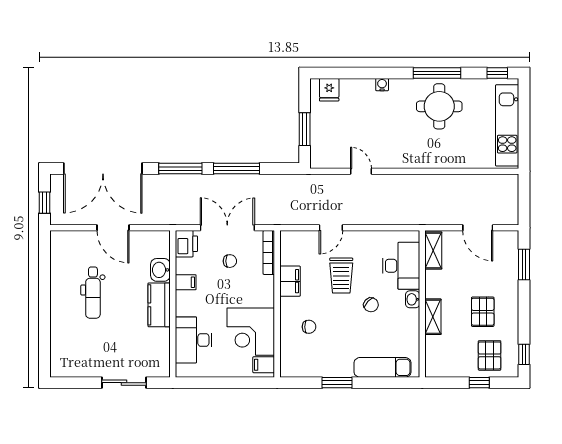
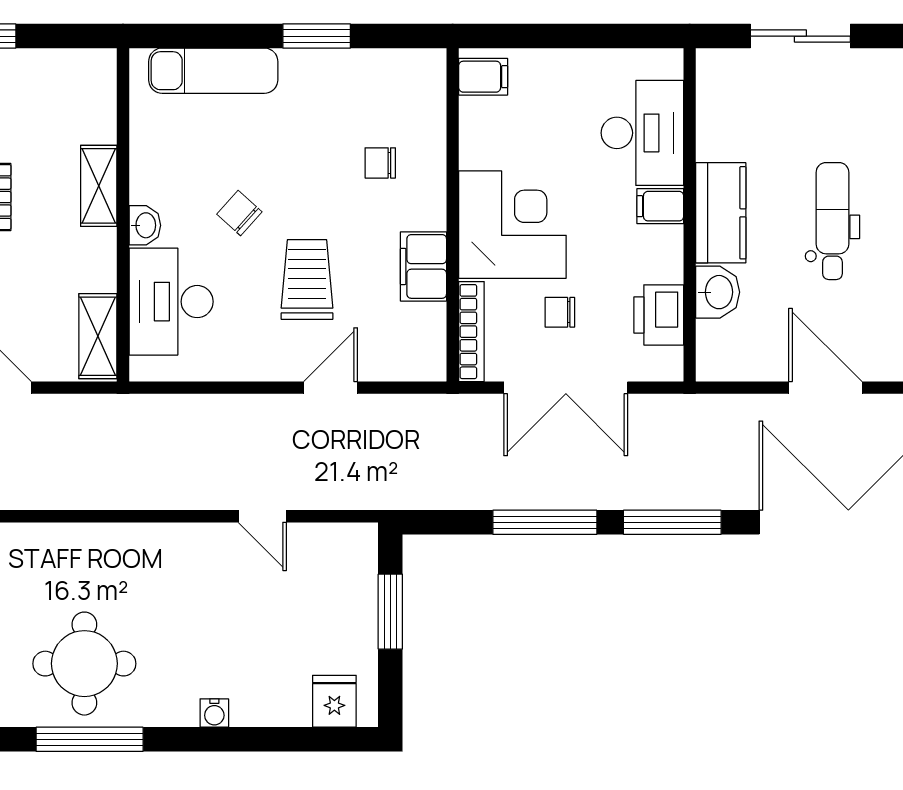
printer: (186, 244) -> (659, 315), moved
filing cabinet: (186, 282) -> (660, 206), moved
dental chair: (93, 293) -> (832, 221), moved
corner desk: (251, 332) -> (512, 225), moved

